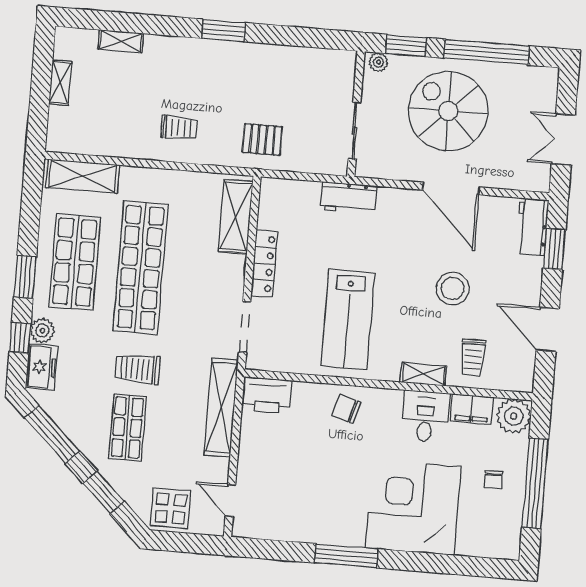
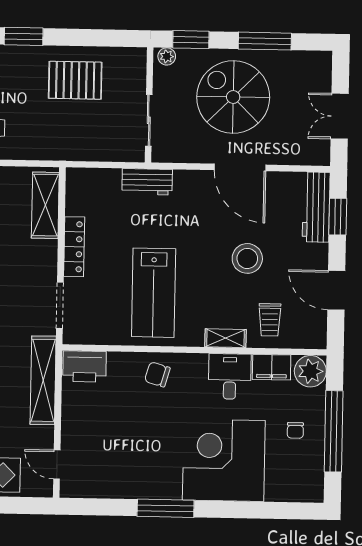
window: (487, 52) -> (265, 41), width x0.68
pallet: (262, 140) -> (75, 80), moved, width x1.50, depth x1.42
workbench: (532, 227) -> (316, 207), width x1.37

